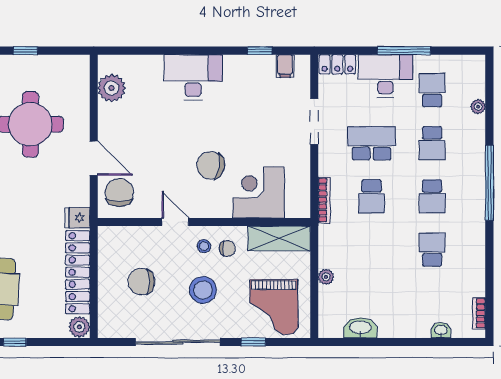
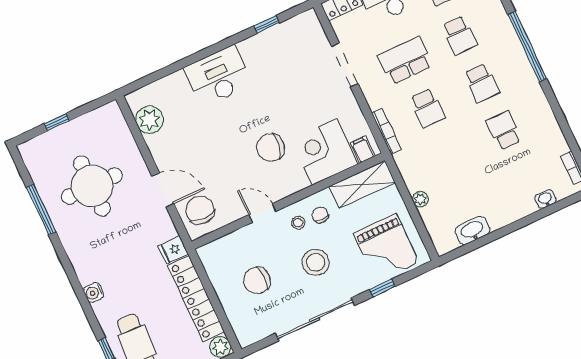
filing cabinet: (285, 66) -> (363, 150), moved, turned 180
chair: (227, 249) -> (320, 215), turned -91

